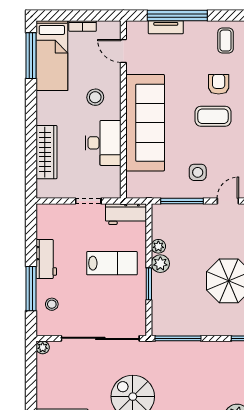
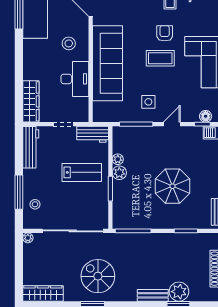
wardrobe: (46, 152) -> (31, 101), moved
workbench: (46, 259) -> (31, 147), moved, width x1.37

